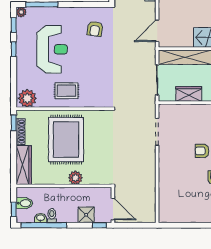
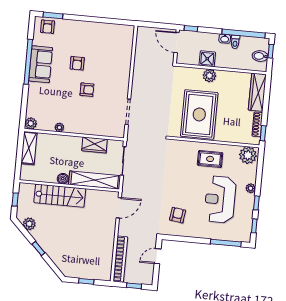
plant: (21, 12) -> (251, 188), moved
rug: (66, 140) -> (199, 114), moved
shower: (86, 215) -> (207, 59), moved
washbasin: (41, 218) -> (225, 39), moved

